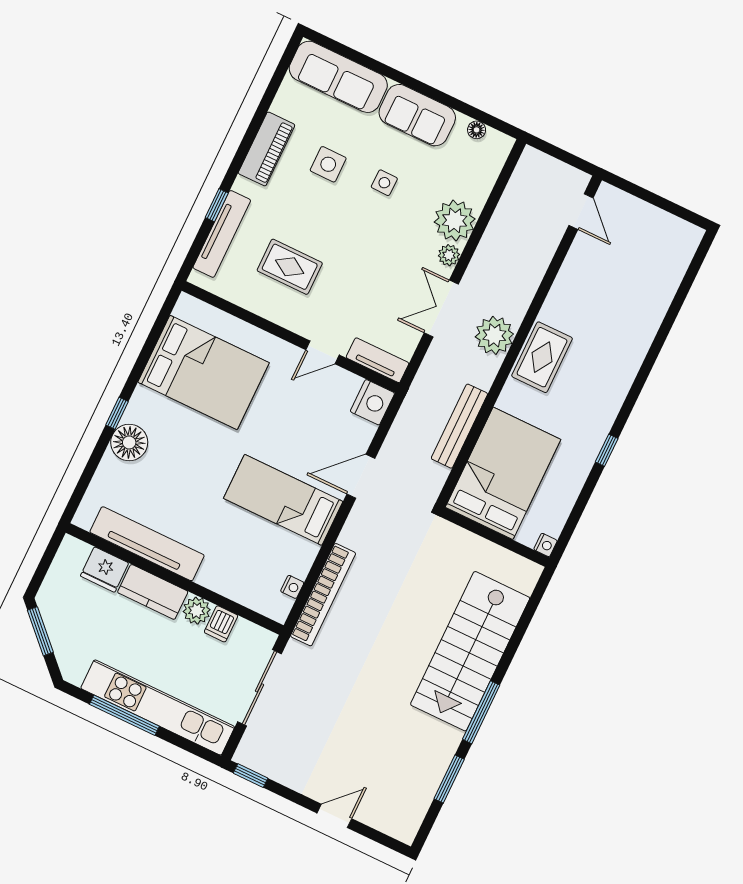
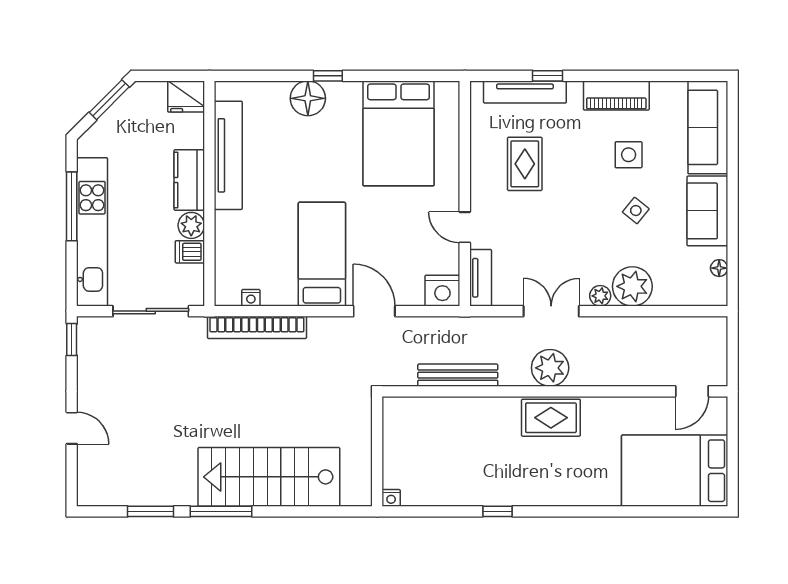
side table: (384, 183) -> (636, 211), turned 38
bed: (503, 473) -> (675, 471), moved, turned 180
fridge: (105, 569) -> (186, 97), moved, turned -90

